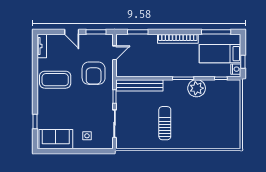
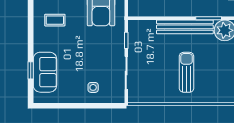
coffee table: (55, 80) -> (55, 20), width x0.54, depth x0.58
bench: (139, 85) -> (185, 27), moved
sofa: (56, 139) -> (45, 72), moved, turned 90

